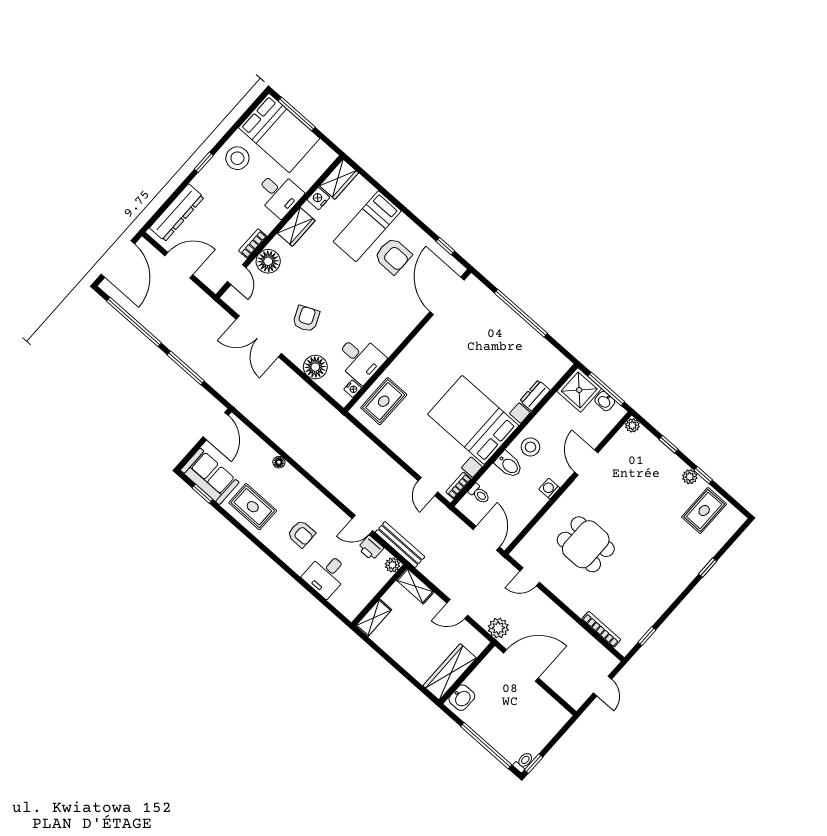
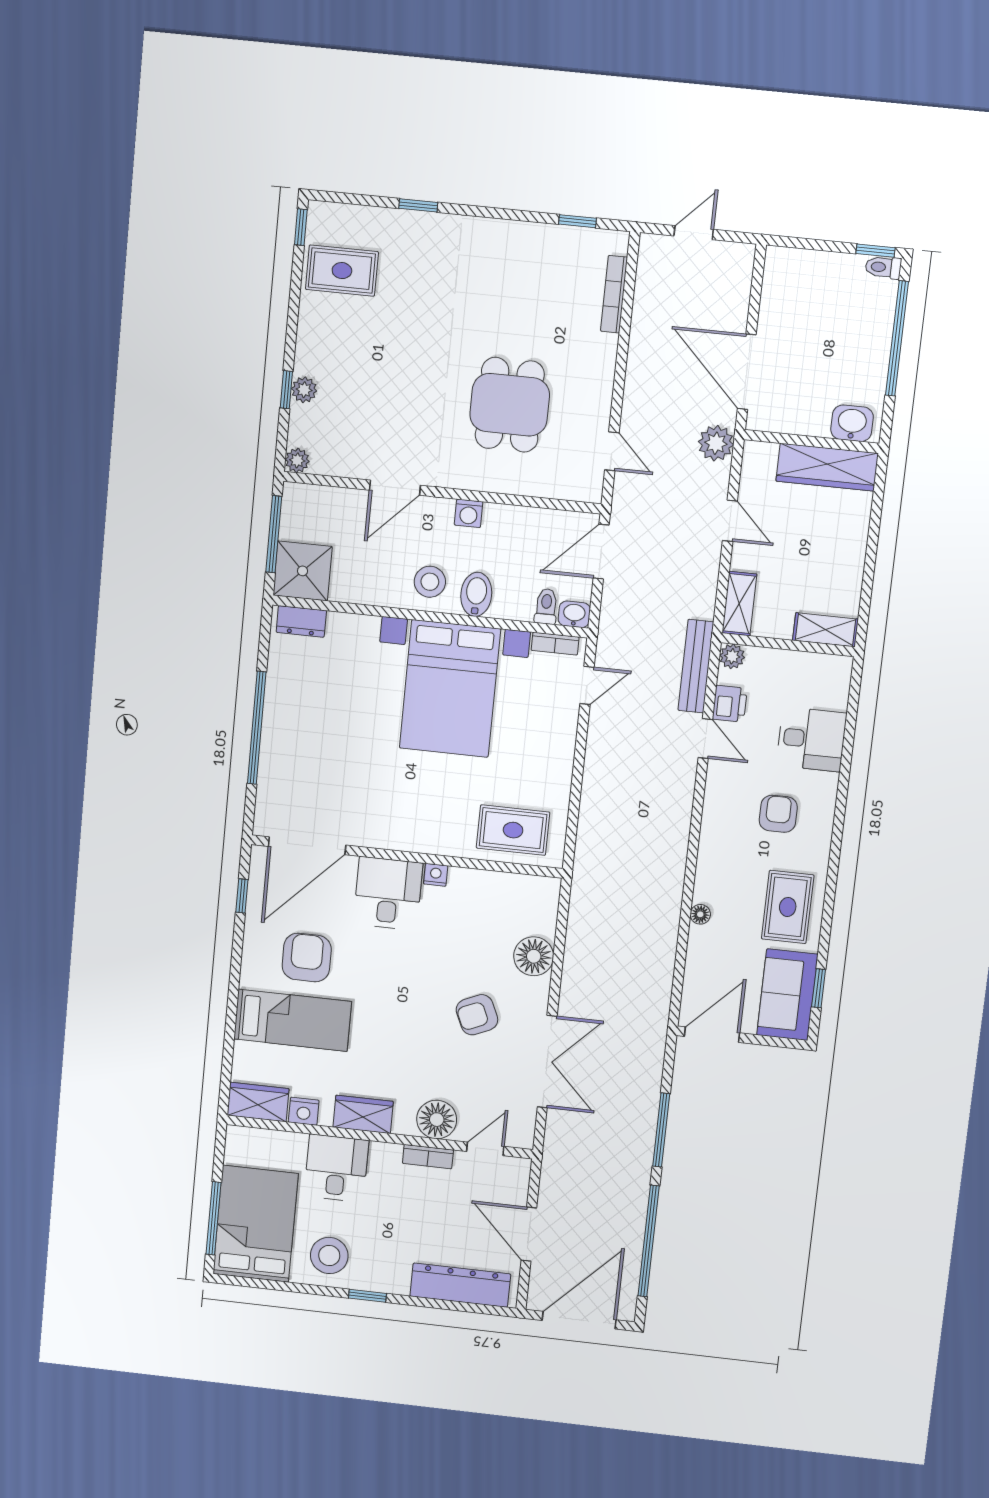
desk: (360, 359) -> (388, 893), moved
nightstand: (353, 389) -> (436, 875), moved
dresser: (535, 396) -> (301, 621), moved
washbasin: (605, 401) -> (574, 614), moved, turned -90
window: (703, 475) -> (301, 227), moved
plant: (690, 477) -> (304, 390), moved

